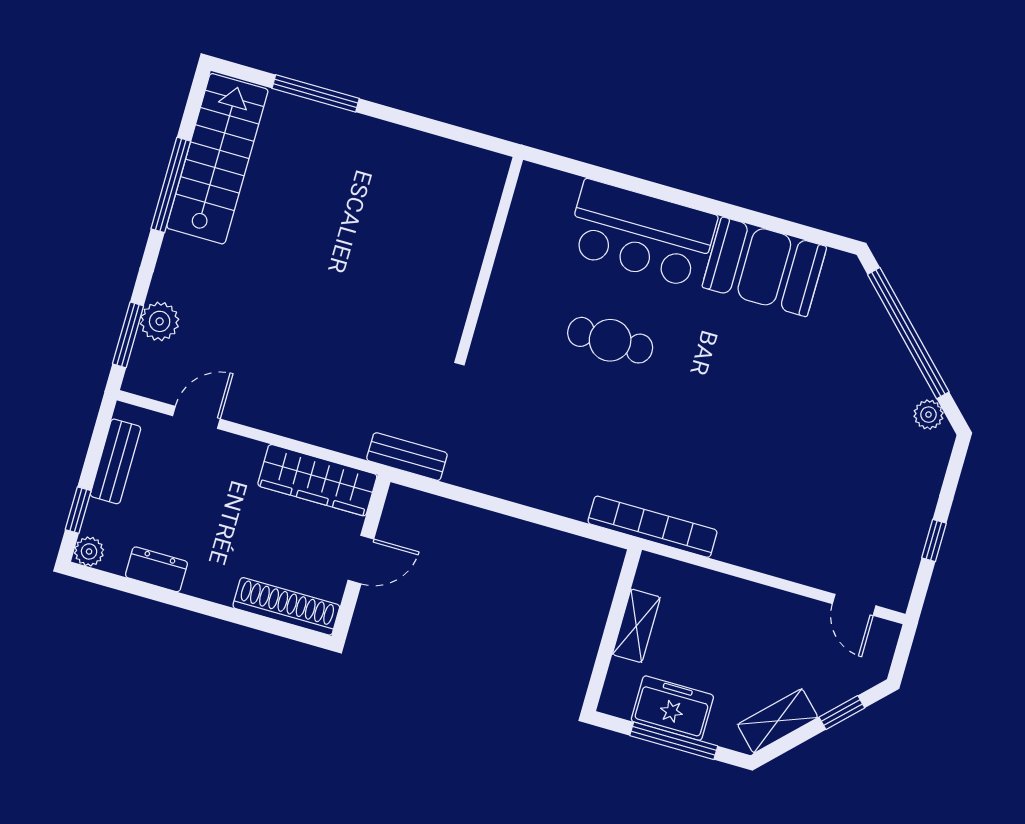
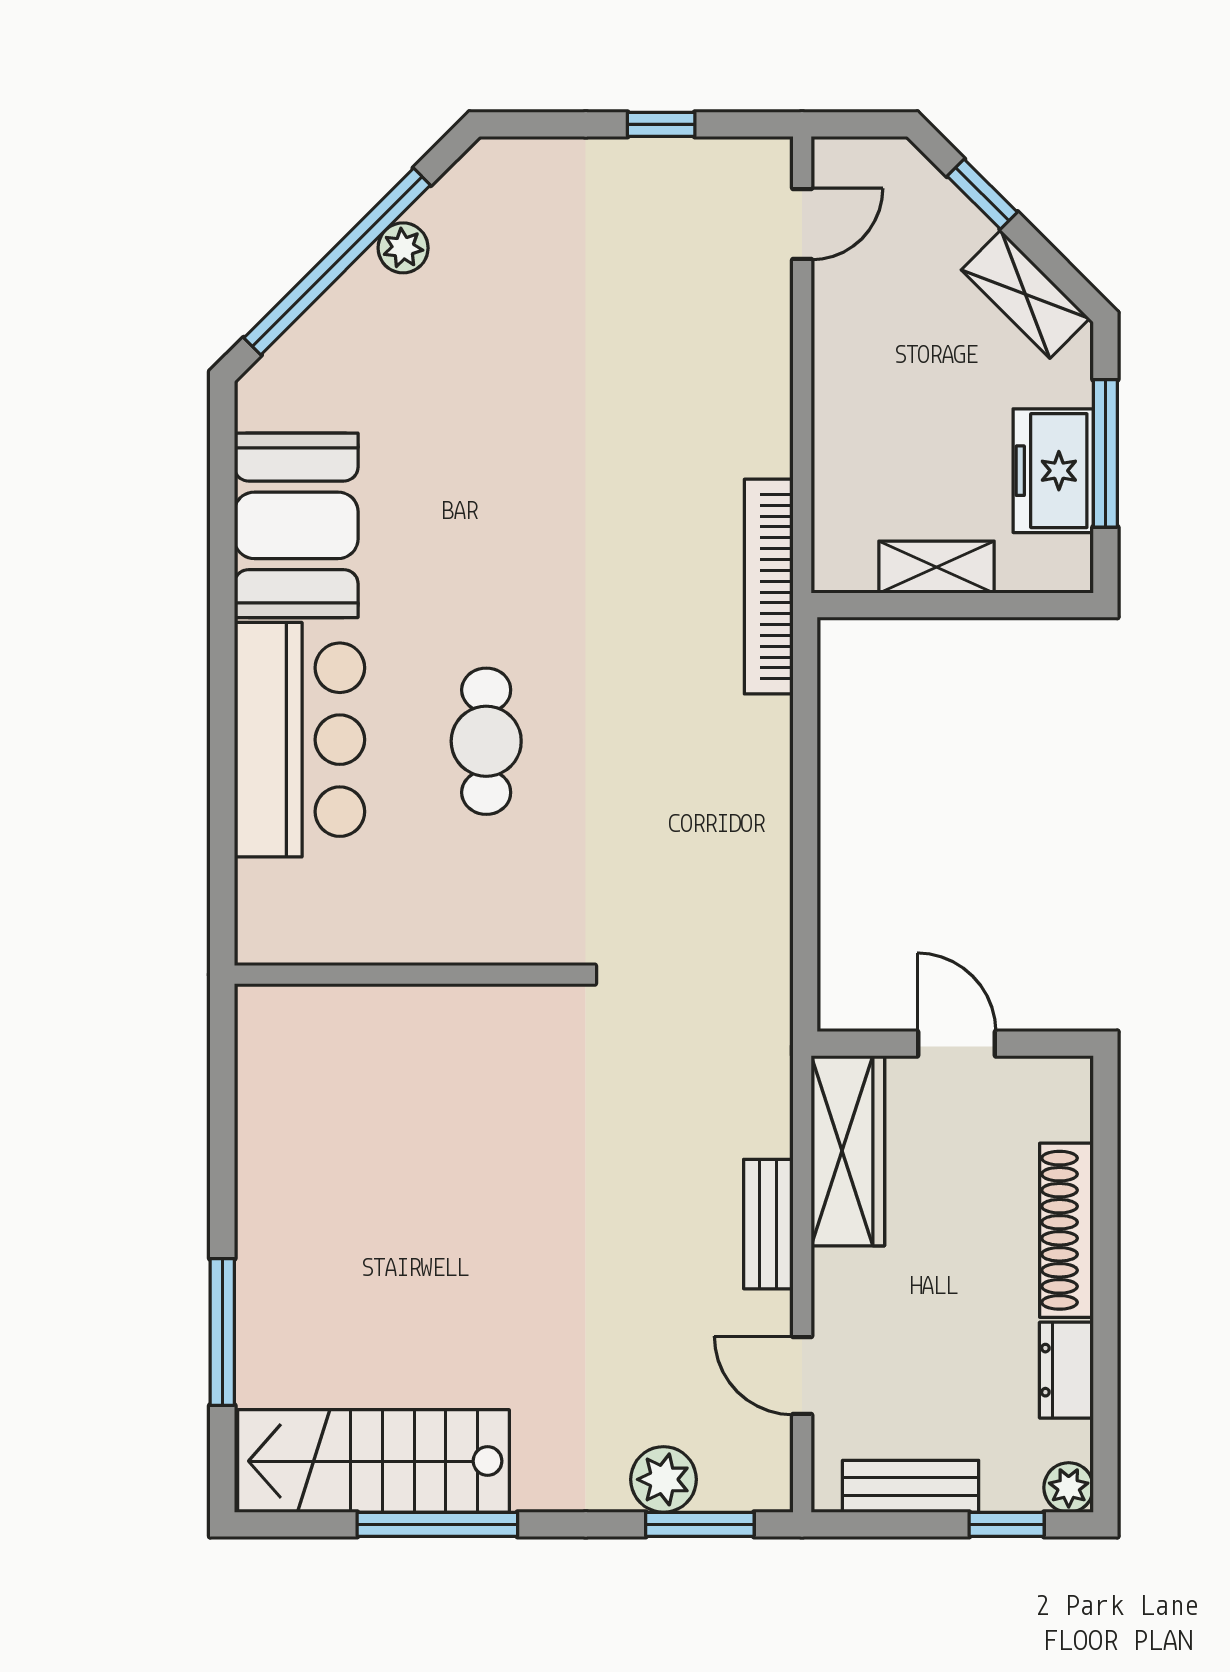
plant: (929, 415) -> (403, 248), moved
bench: (407, 457) -> (768, 1224), moved
shoe rack: (286, 606) -> (1067, 1230), moved

